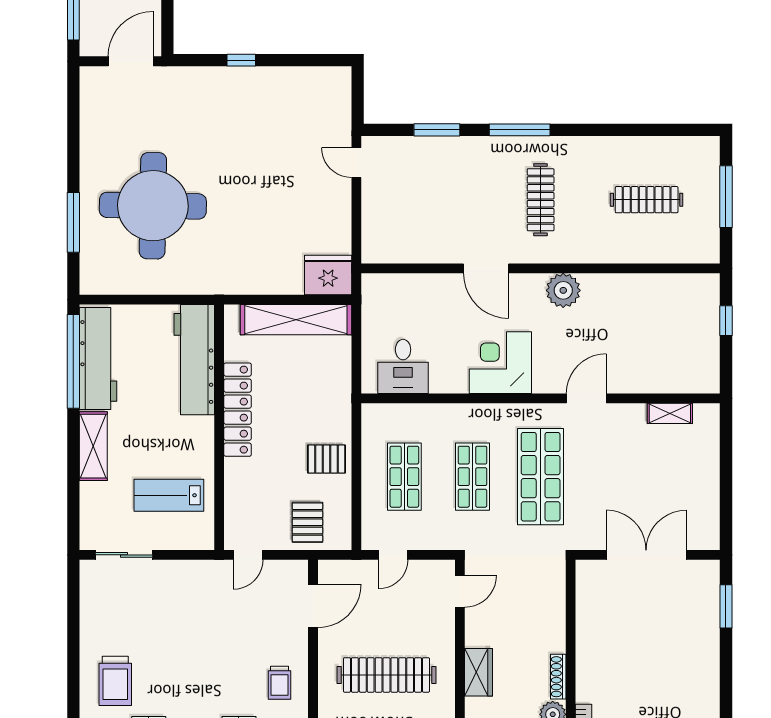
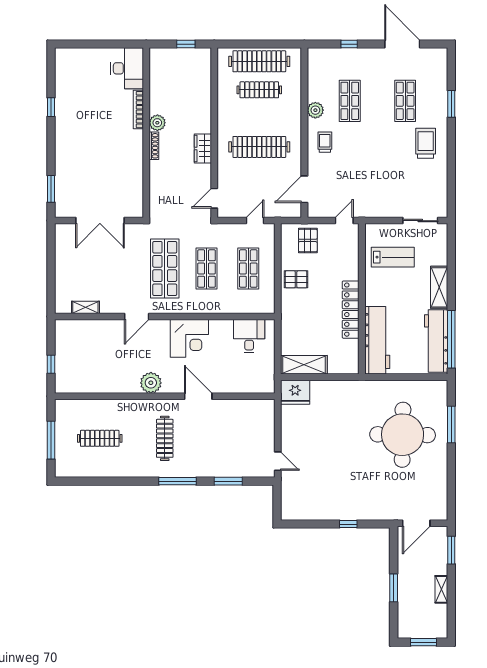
shelving: (296, 320) -> (304, 365), width x0.68

